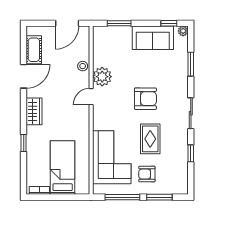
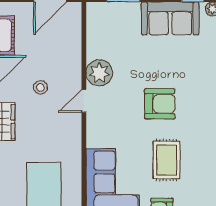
stool: (83, 66) -> (40, 87), moved

